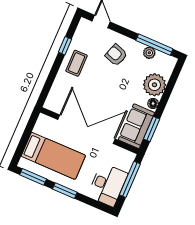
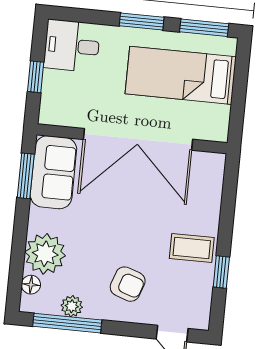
coffee table: (76, 63) -> (192, 248), turned 90
floor lamp: (153, 103) -> (31, 285), moved
window: (130, 179) -> (36, 77), width x0.46
desk: (108, 185) -> (72, 46), width x0.73

